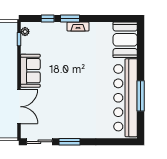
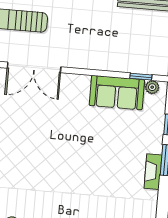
sofa: (30, 71) -> (117, 93), moved

